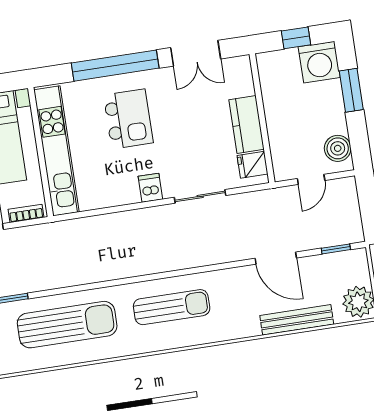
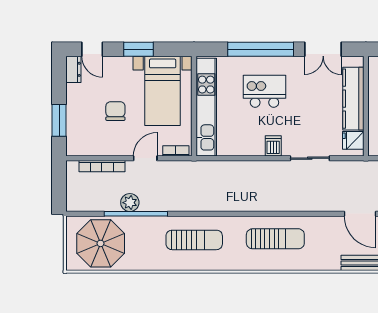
kitchen island: (128, 119) -> (264, 91), turned -90
kitchen counter: (246, 124) -> (353, 99), width x1.50
sun lounger: (67, 325) -> (194, 240), width x0.73, depth x0.75

